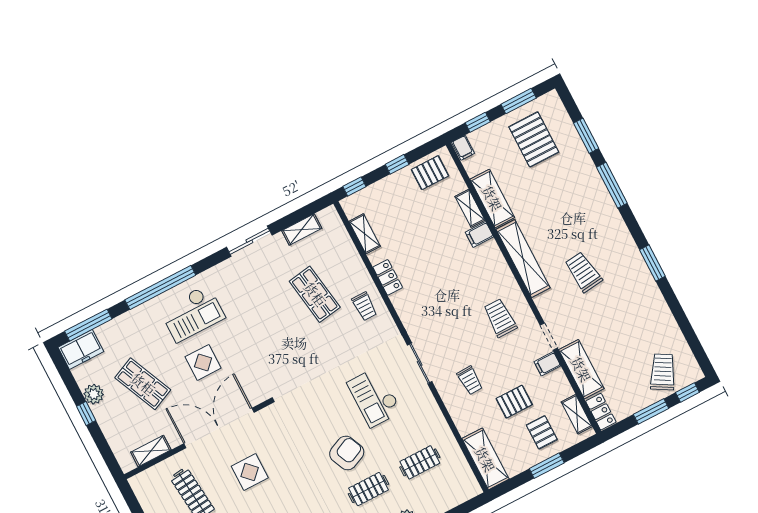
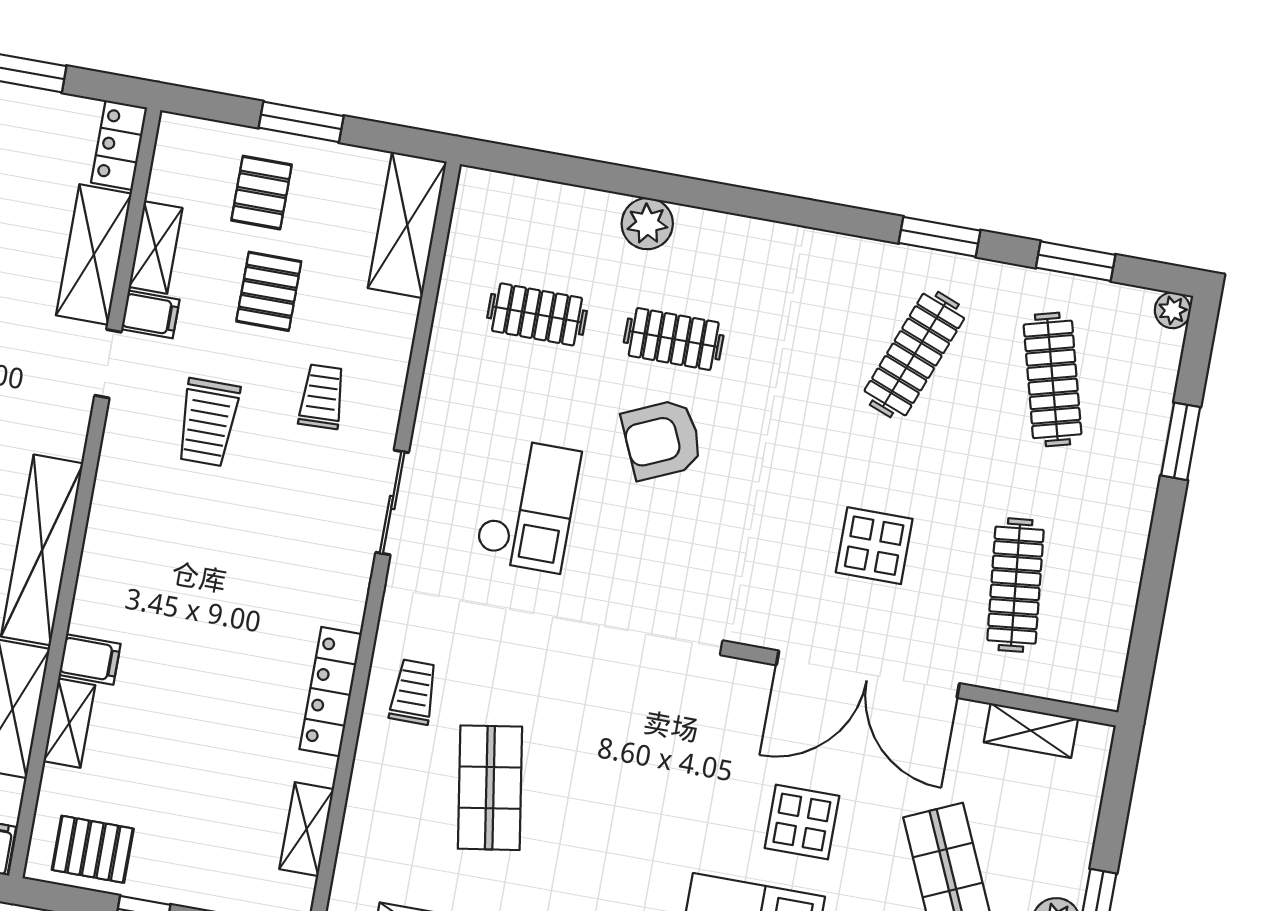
locker: (388, 277) -> (331, 692), width x1.53
trolley: (500, 318) -> (208, 422), moved
pallet: (514, 402) -> (269, 291), turned 90
shelving: (577, 414) -> (156, 247), moved

